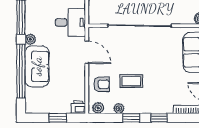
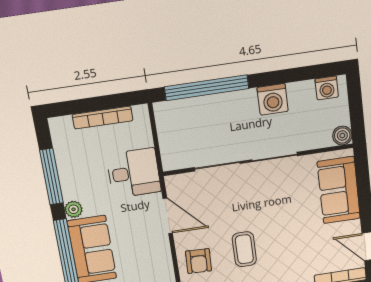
coffee table: (131, 81) -> (244, 249), turned 90
armchair: (102, 84) -> (199, 261), turned 92

